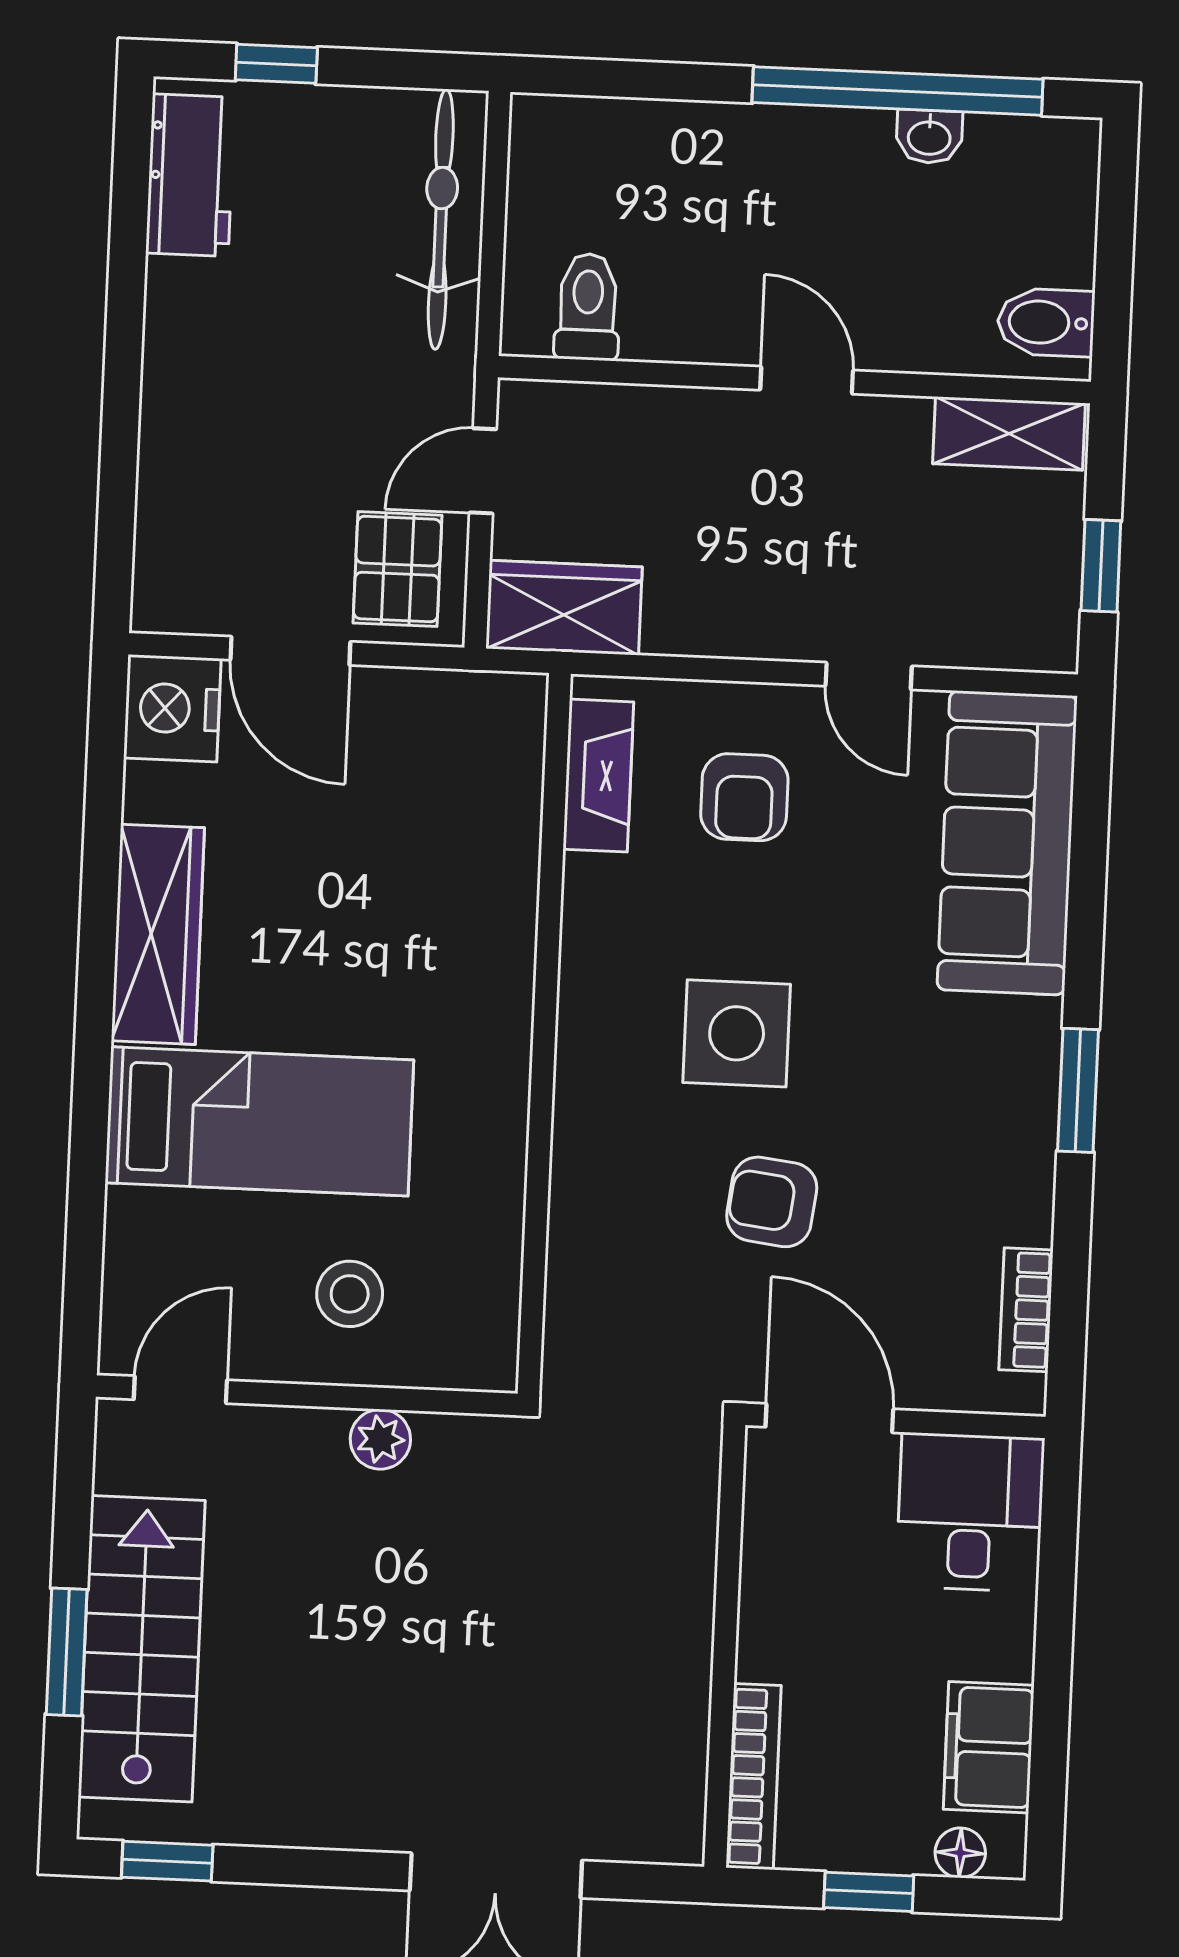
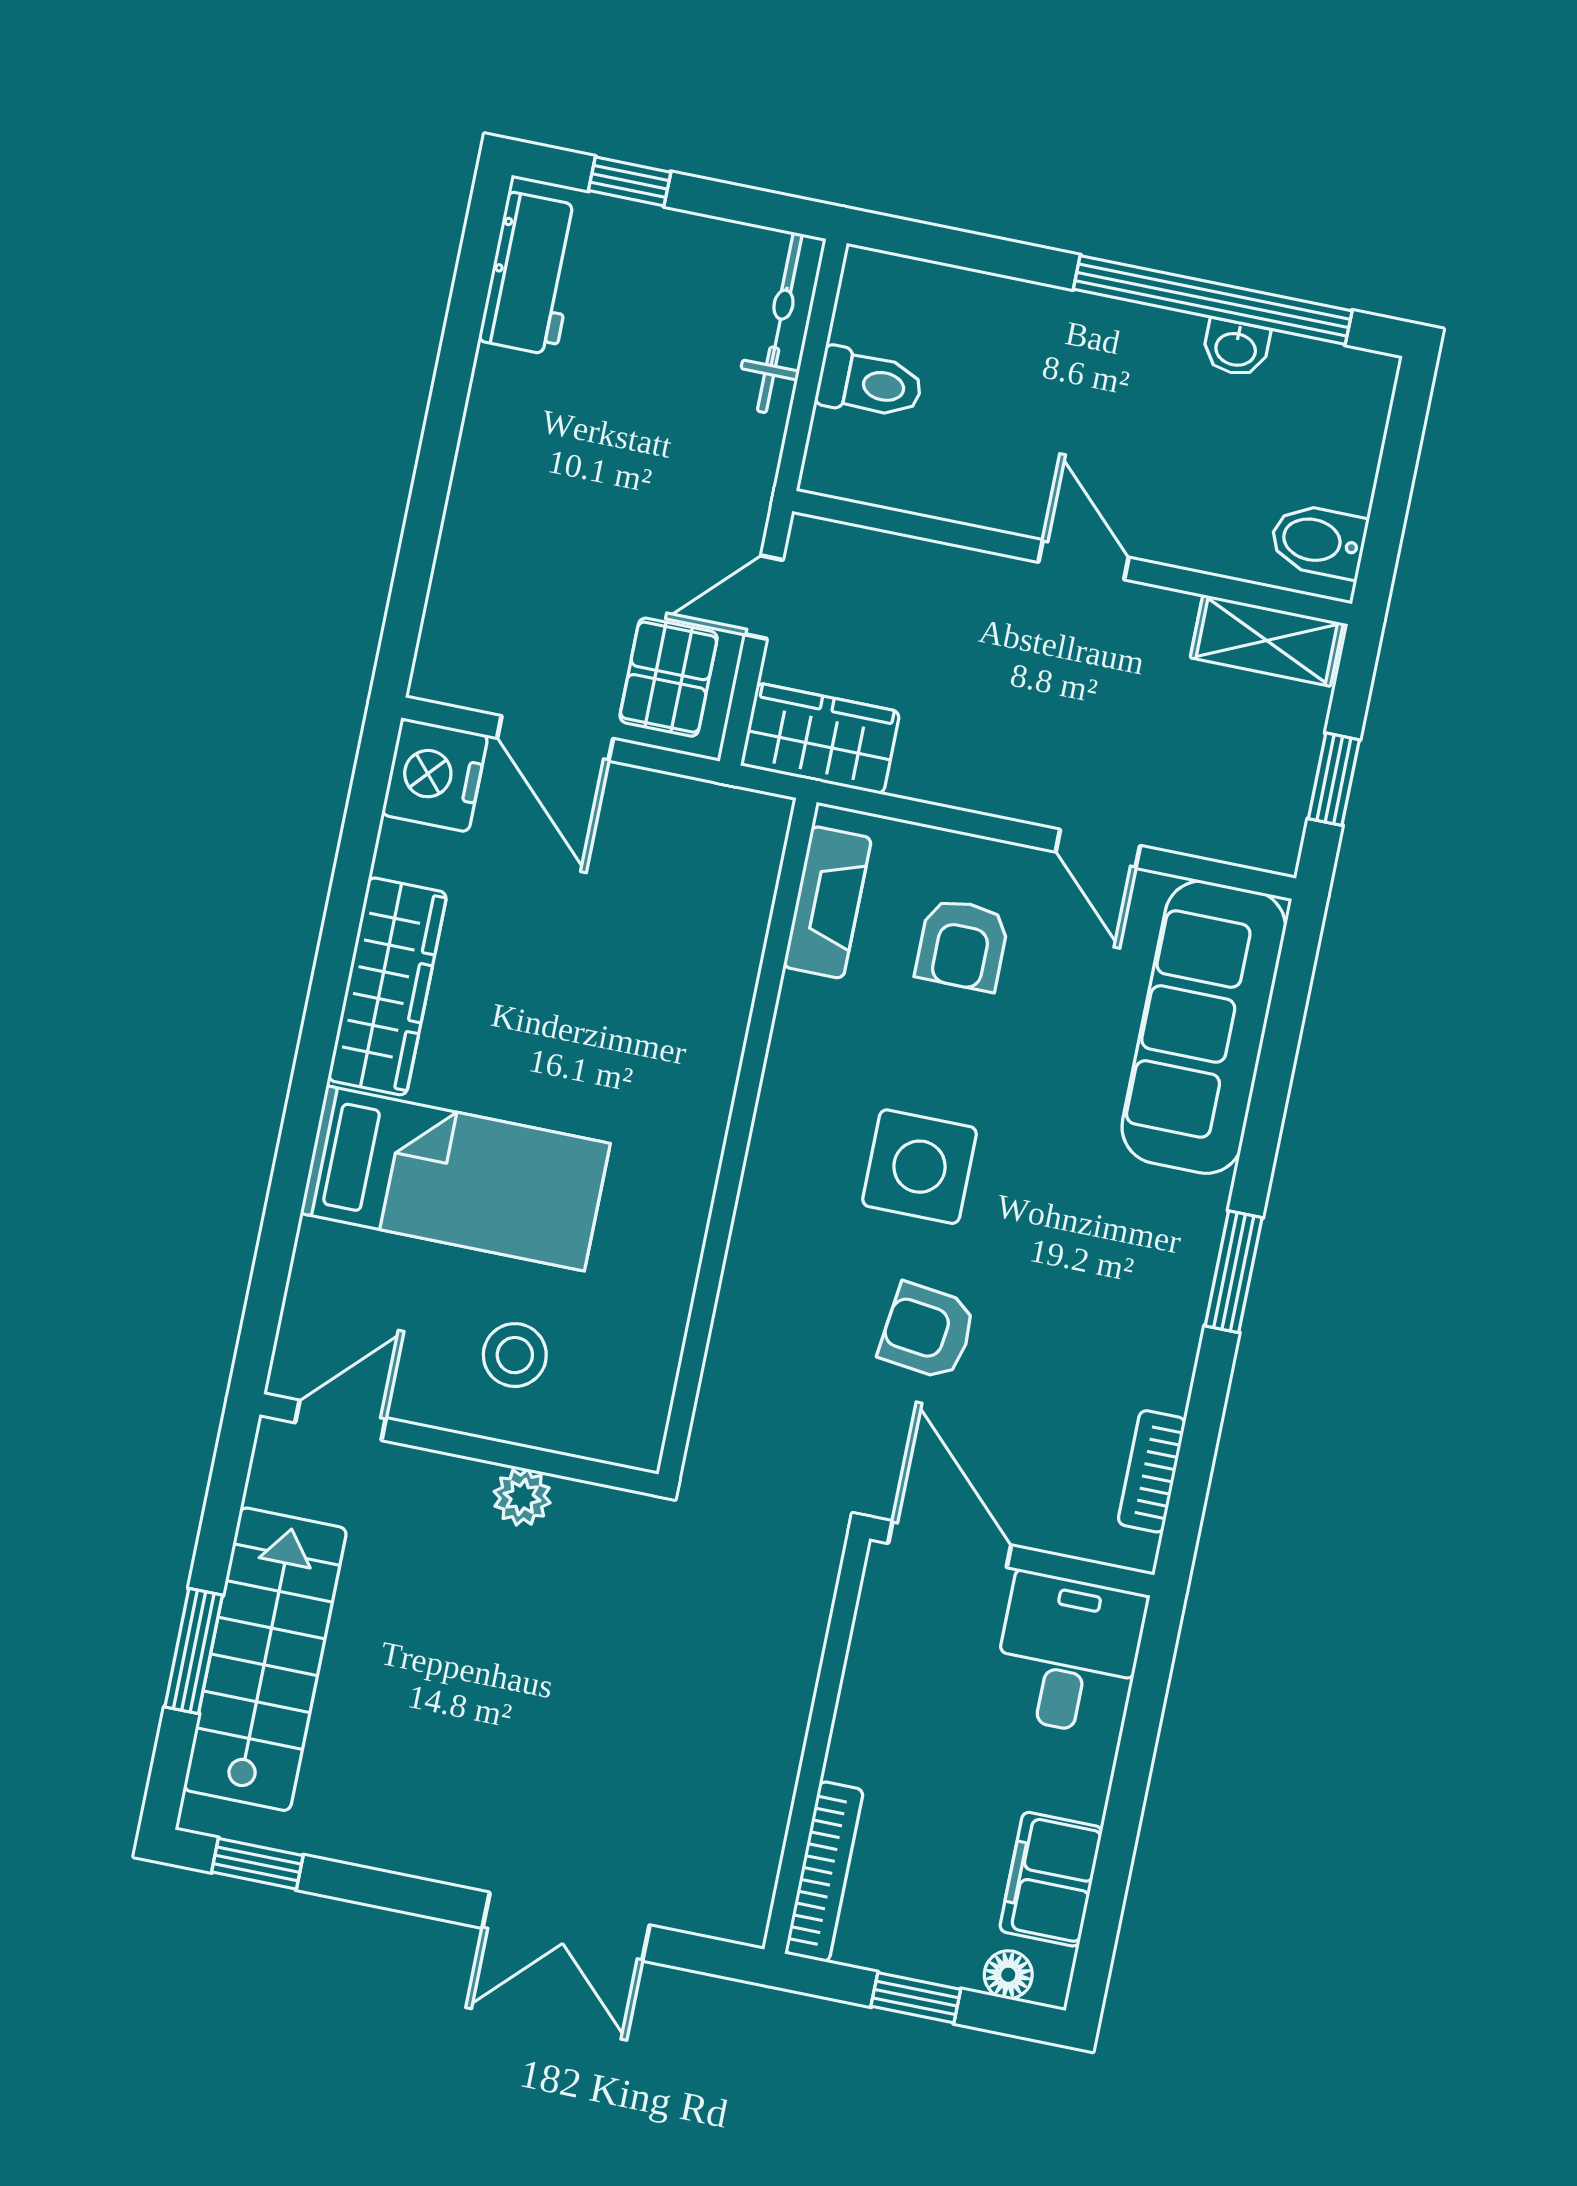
bicycle: (441, 219) -> (780, 323), width x0.73, depth x0.71
toilet: (588, 307) -> (870, 384), moved, turned 90

